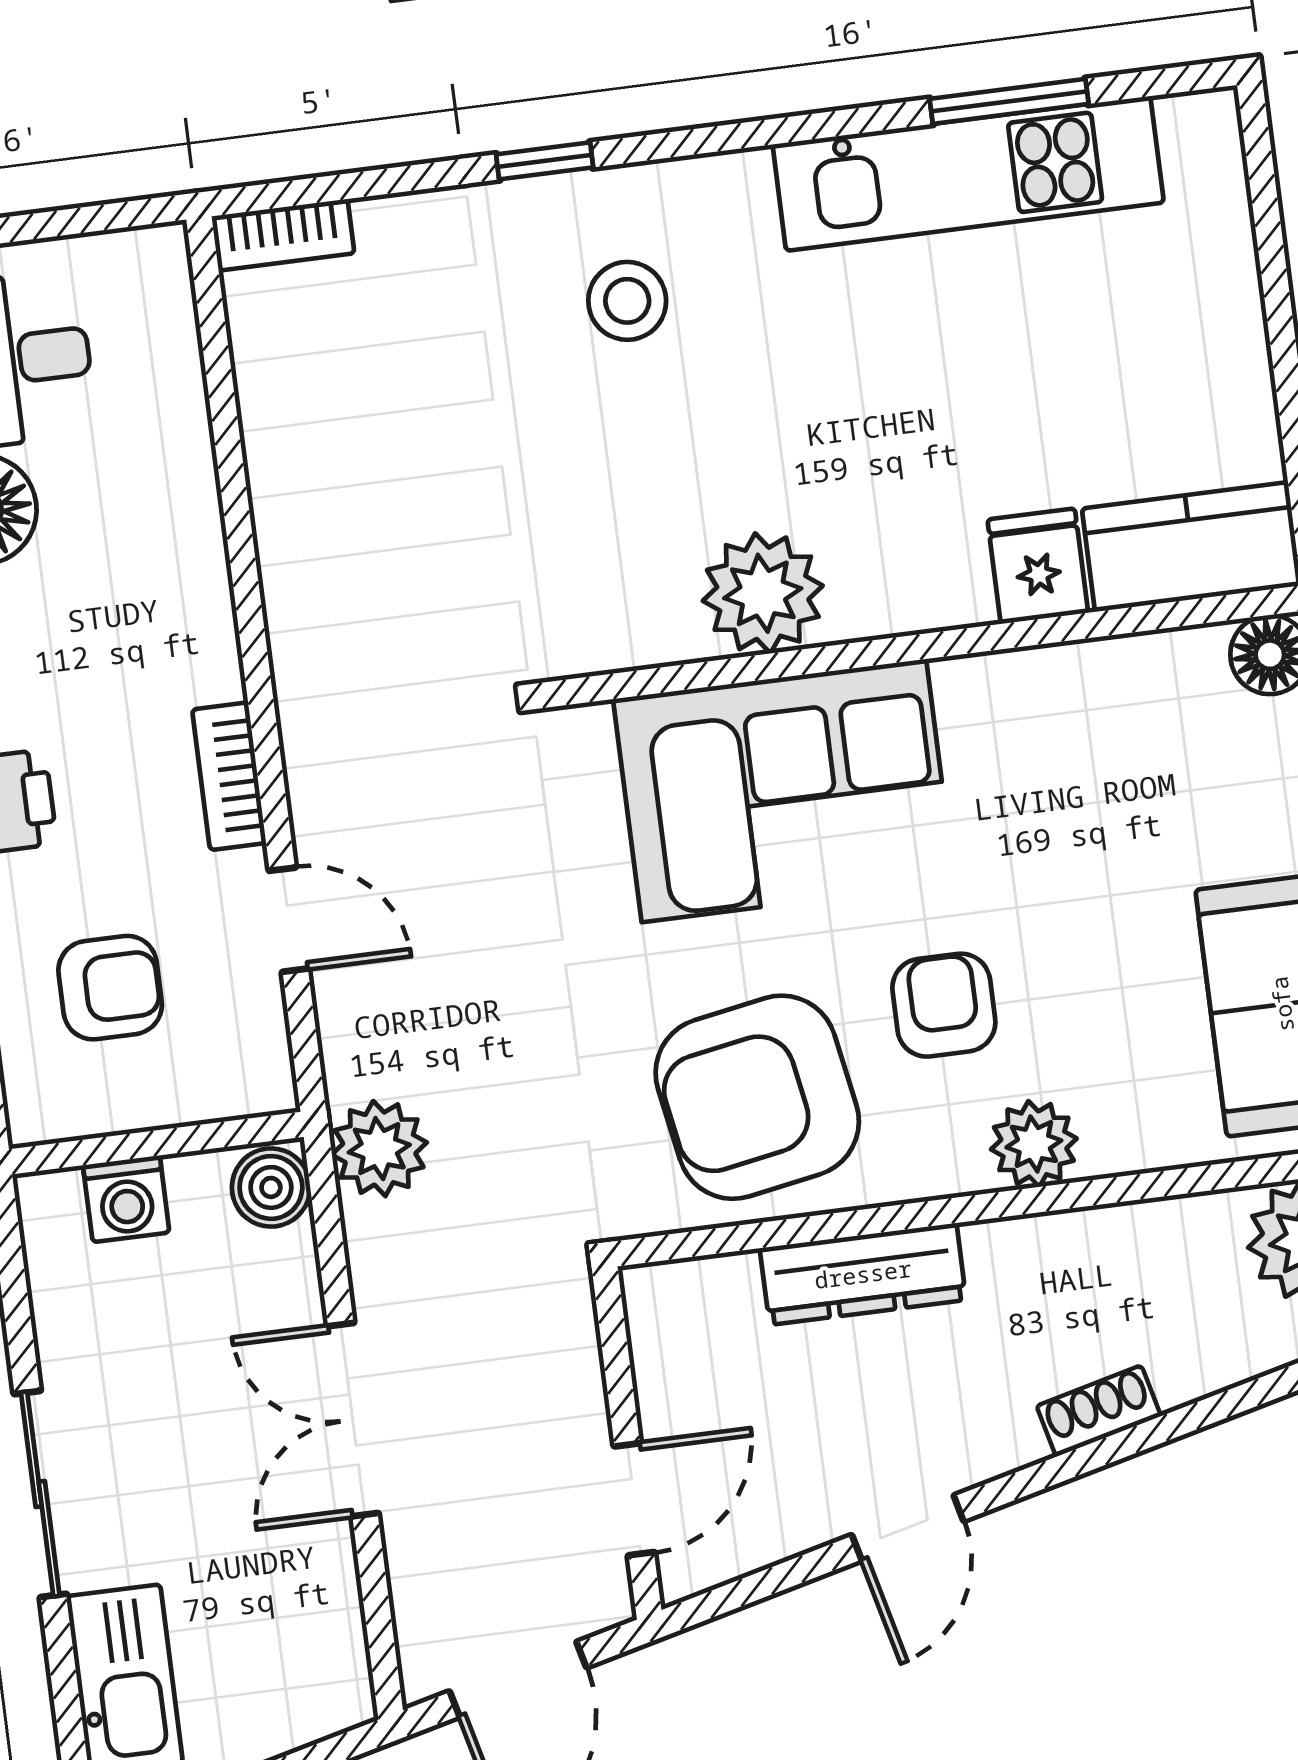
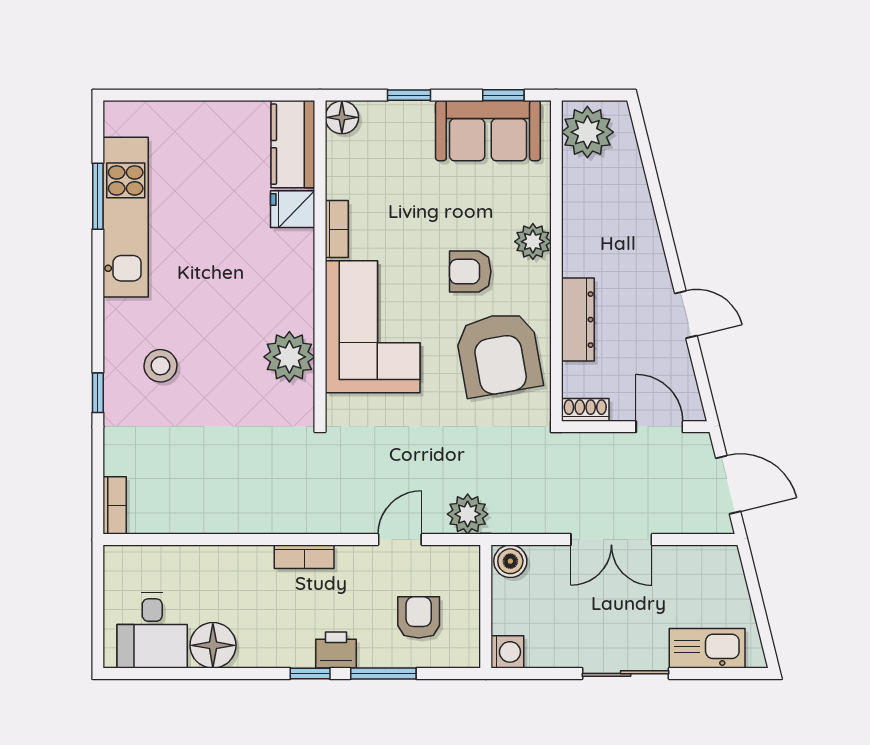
plant: (763, 593) -> (289, 357), moved
bookcase: (1004, 676) -> (337, 229), added
bookcase: (229, 776) -> (304, 557), moved
plant: (379, 1149) -> (468, 514), moved
washing machine: (126, 1199) -> (507, 652), moved
shoe rack: (1099, 1411) -> (585, 410), moved, turned 104

